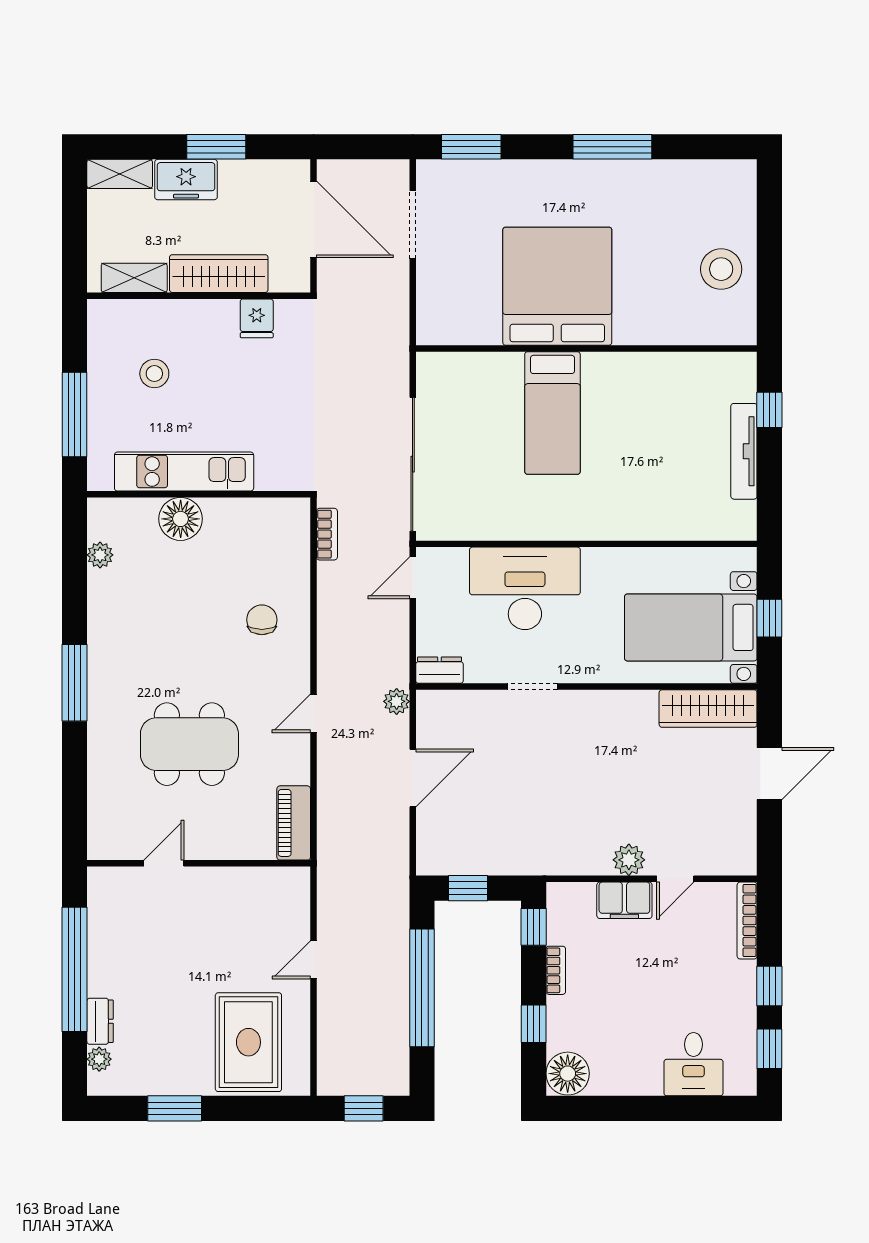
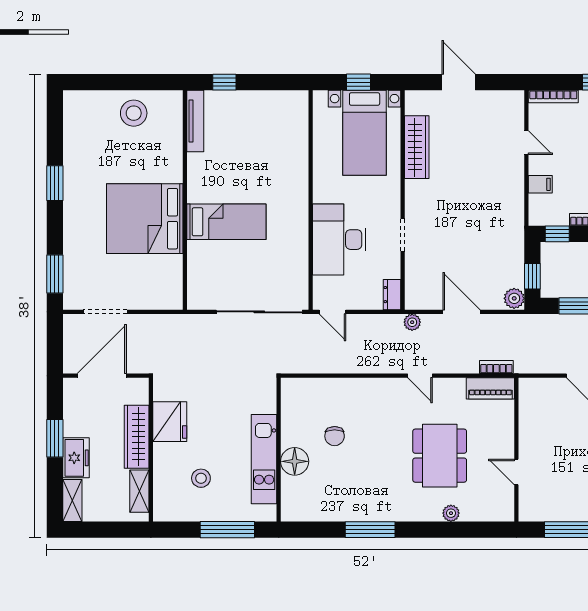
window: (612, 147) -> (55, 183), width x0.69
fridge: (257, 318) -> (170, 422), width x1.88, depth x1.34
tv unit: (744, 451) -> (195, 121), moved, turned -90
bookcase: (327, 534) -> (496, 367), moved
plant: (100, 555) -> (451, 513), moved
chair: (262, 620) -> (335, 436), moved, turned -90
window: (75, 683) -> (370, 530), moved
wardrobe: (708, 709) -> (417, 147), moved
plant: (629, 860) -> (514, 298), moved
filing cabinet: (624, 900) -> (540, 184), width x0.50

